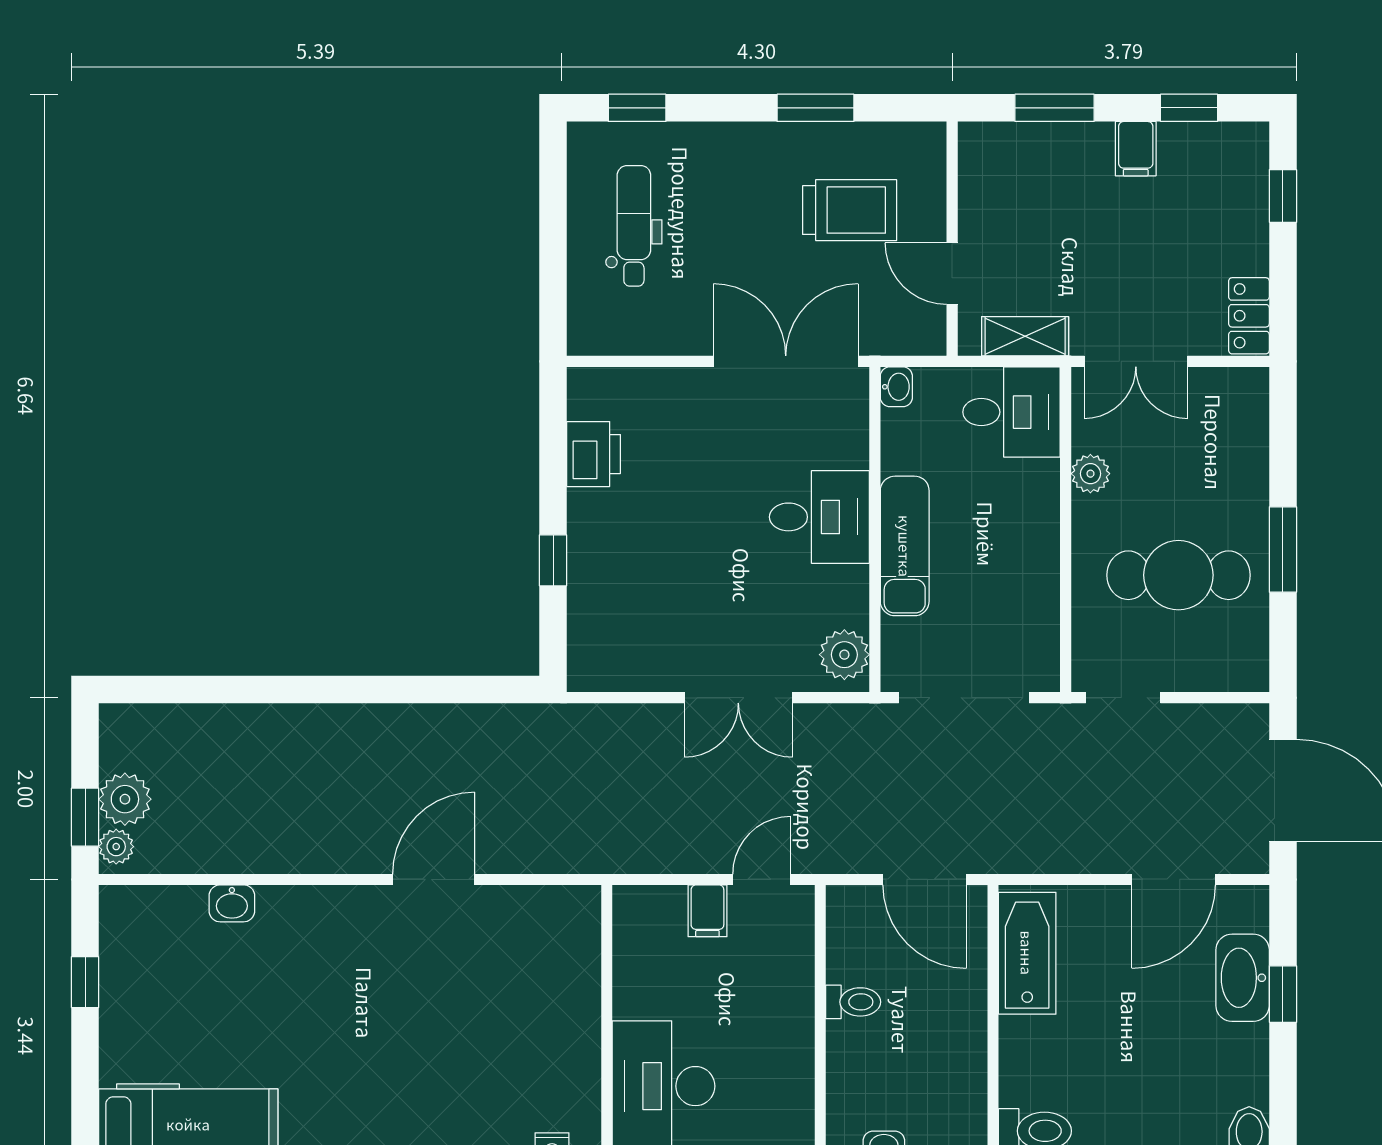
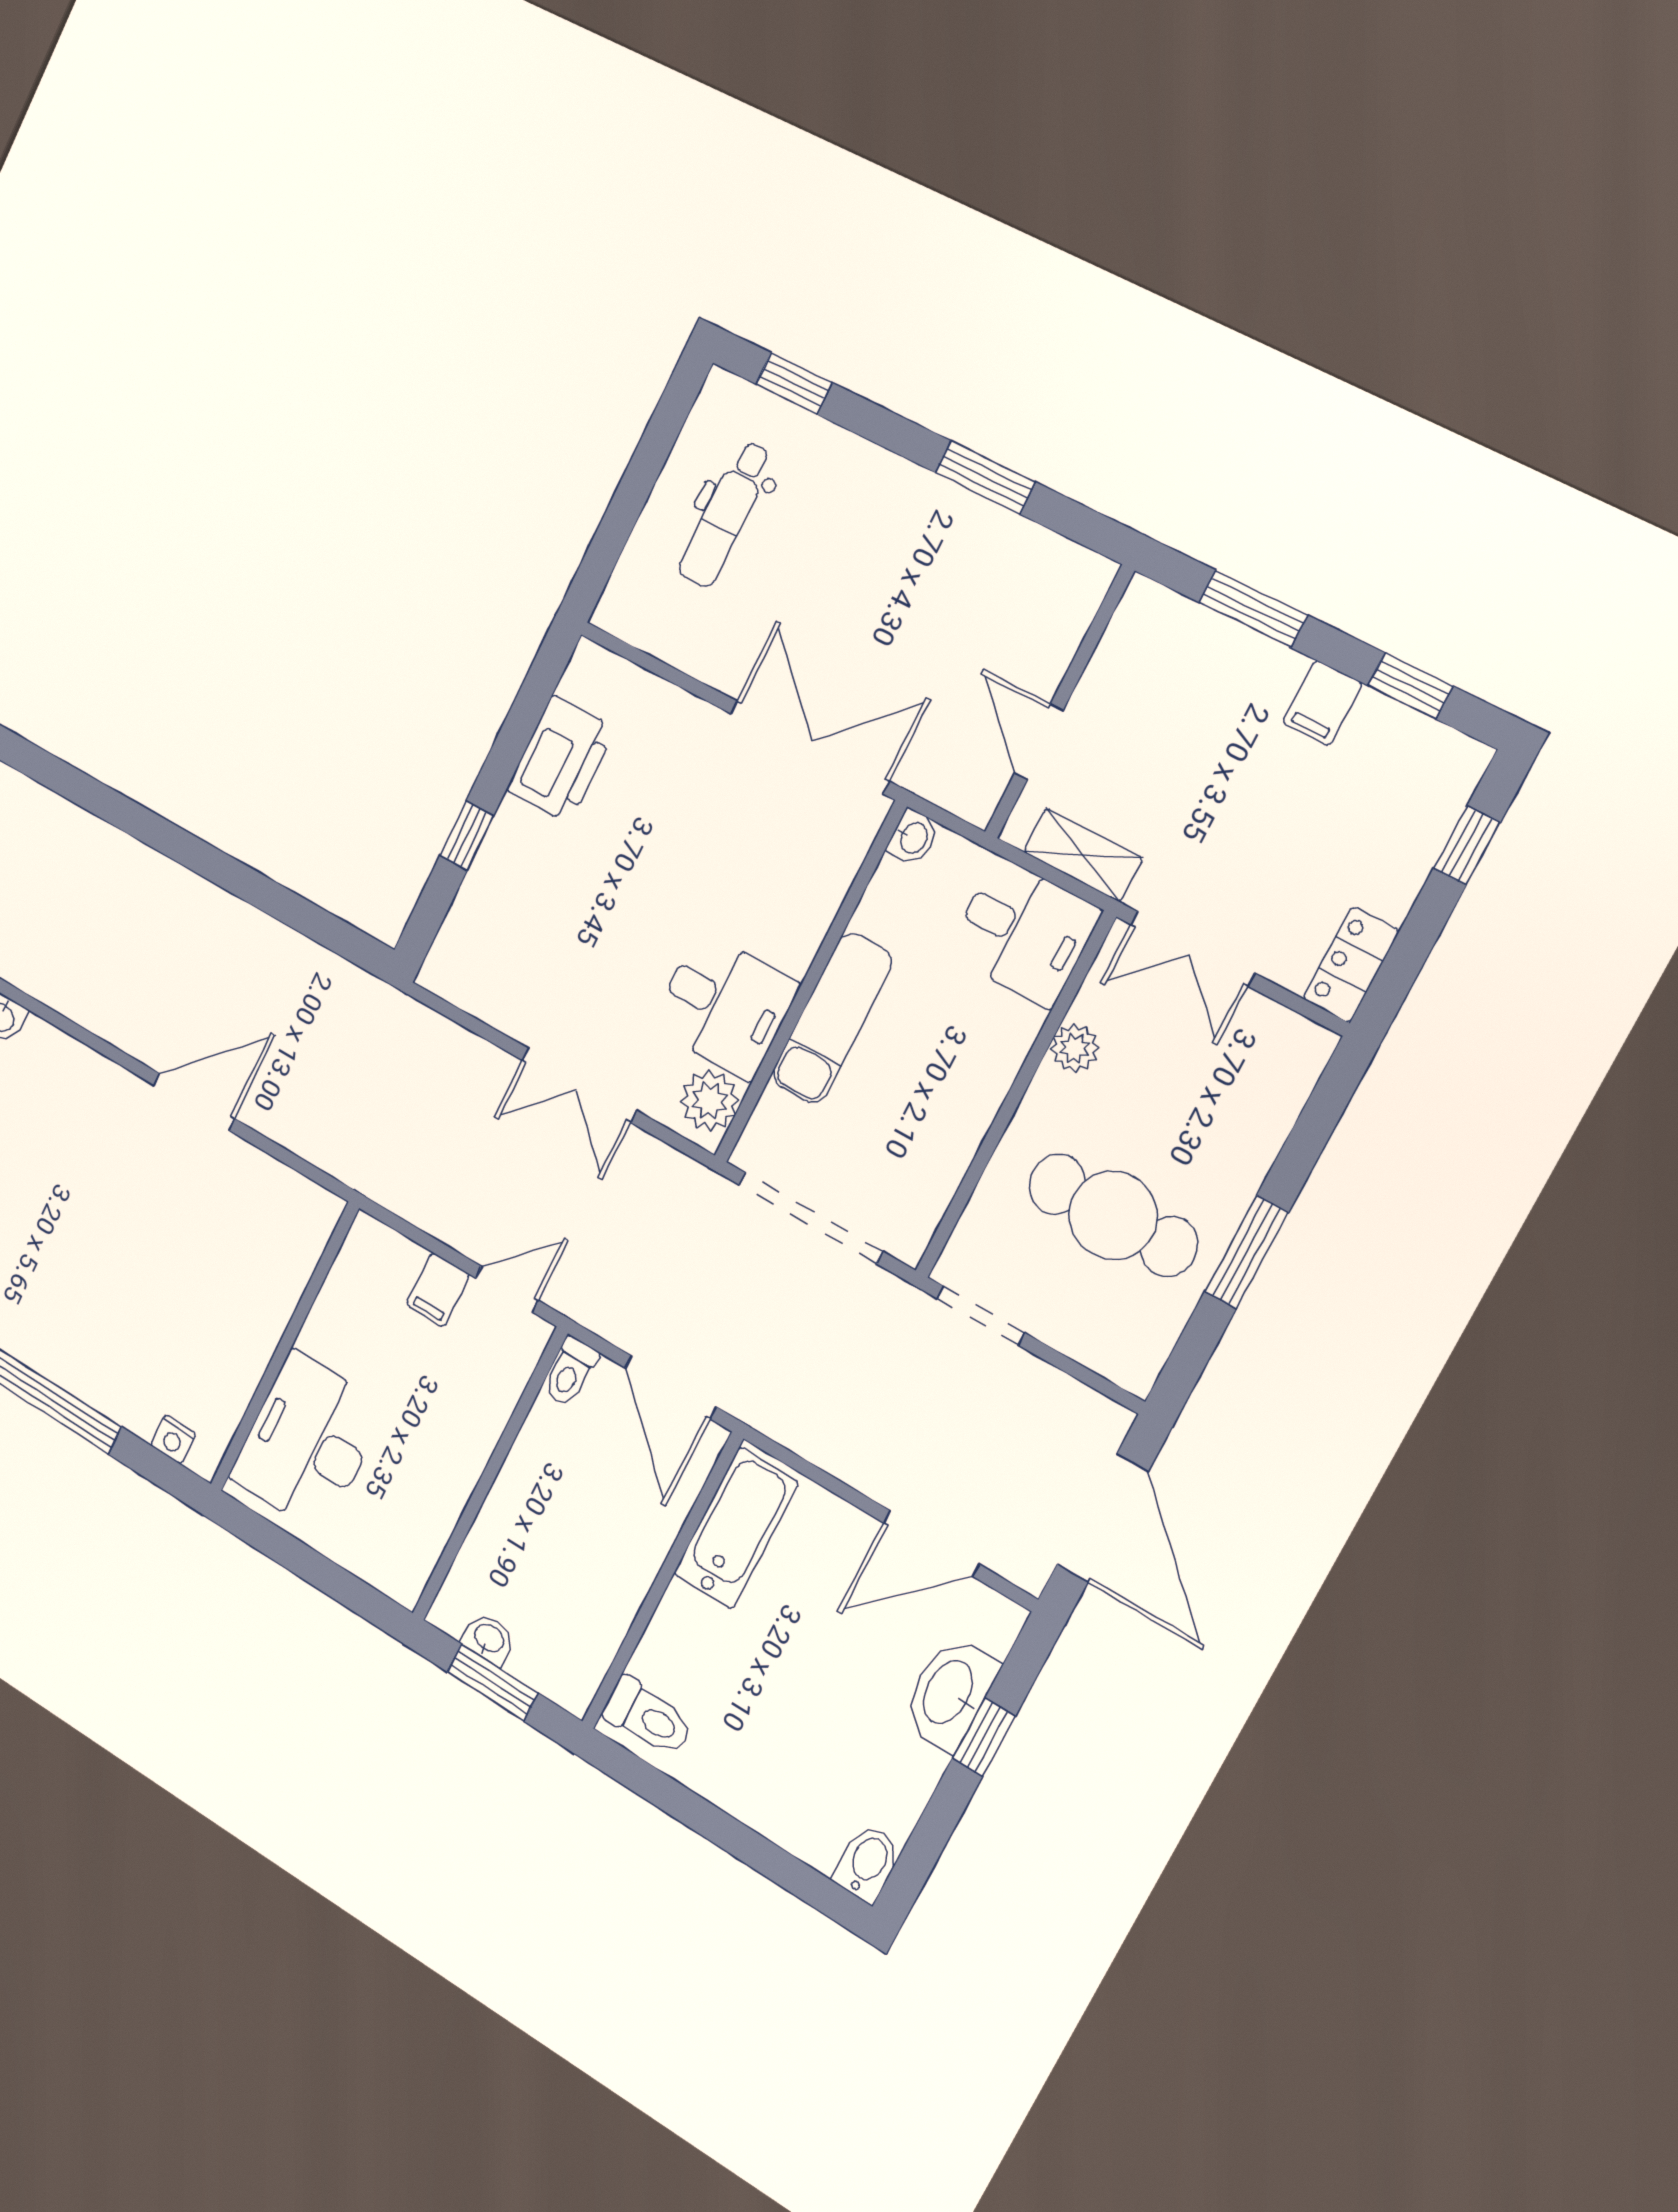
trolley: (850, 210) -> (963, 613), removed
dental chair: (634, 226) -> (726, 514), turned 180
printer: (594, 454) -> (561, 759), width x1.37, depth x1.19
desk: (819, 517) -> (725, 1005), moved
toilet: (853, 1002) -> (570, 1372), moved, turned 90

